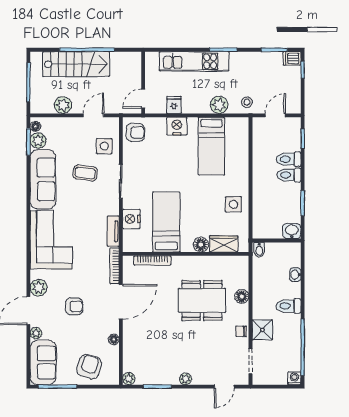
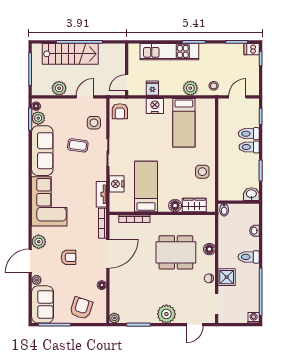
armchair: (135, 132) -> (120, 111), turned 90
plant: (185, 379) -> (166, 314), width x1.87, depth x1.87

